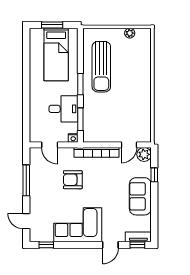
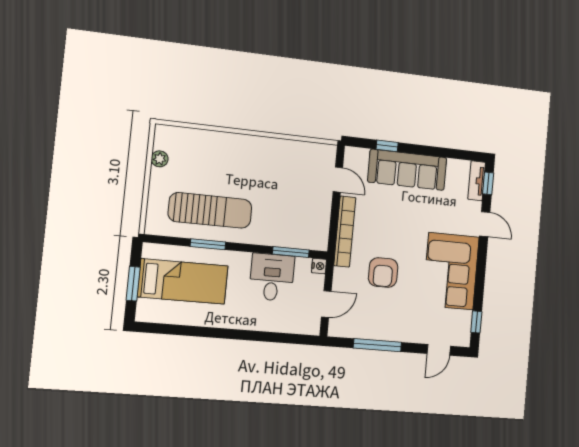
window: (80, 84) -> (208, 244), moved
plant: (144, 154) -> (355, 158), removed
sofa: (140, 196) -> (407, 170), width x1.36

